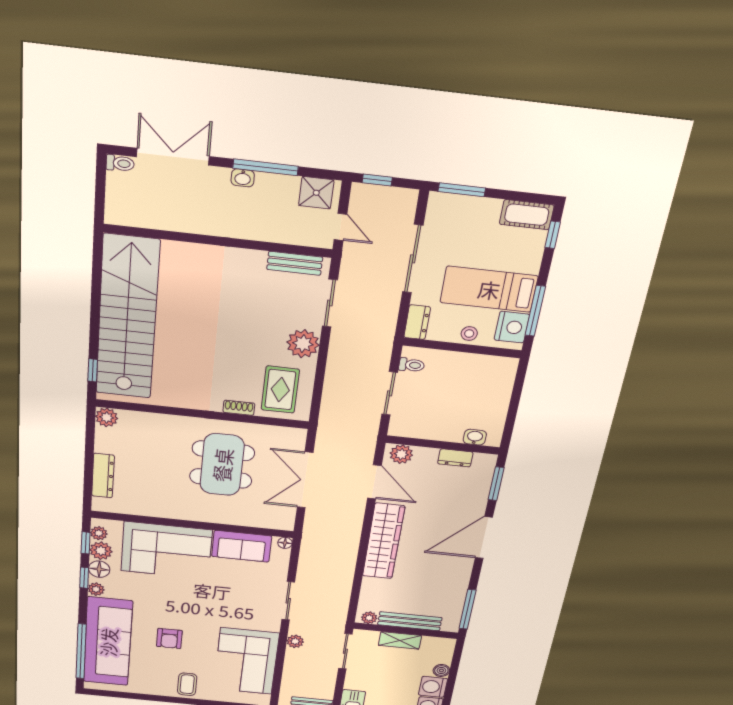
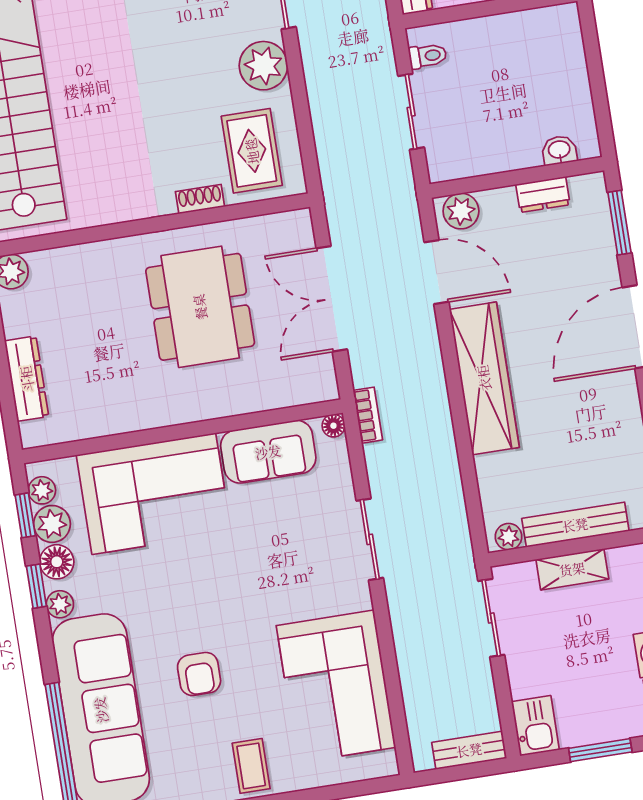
bookcase: (307, 543) -> (368, 415), added
plant: (295, 641) -> (404, 621), removed

